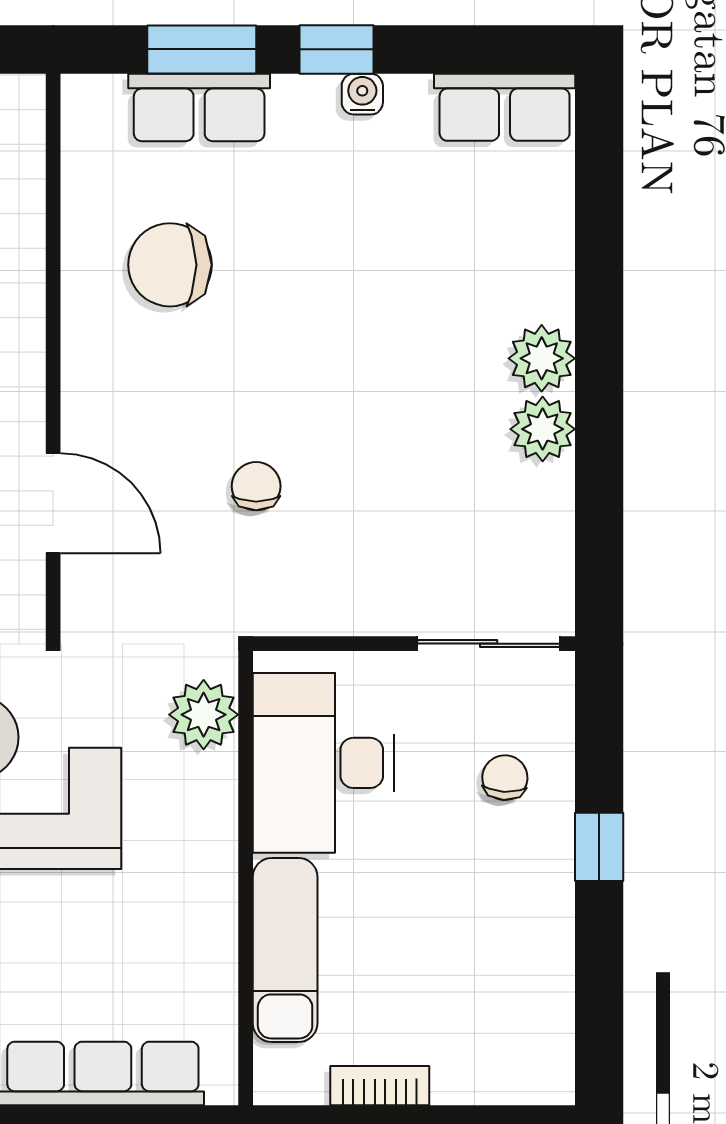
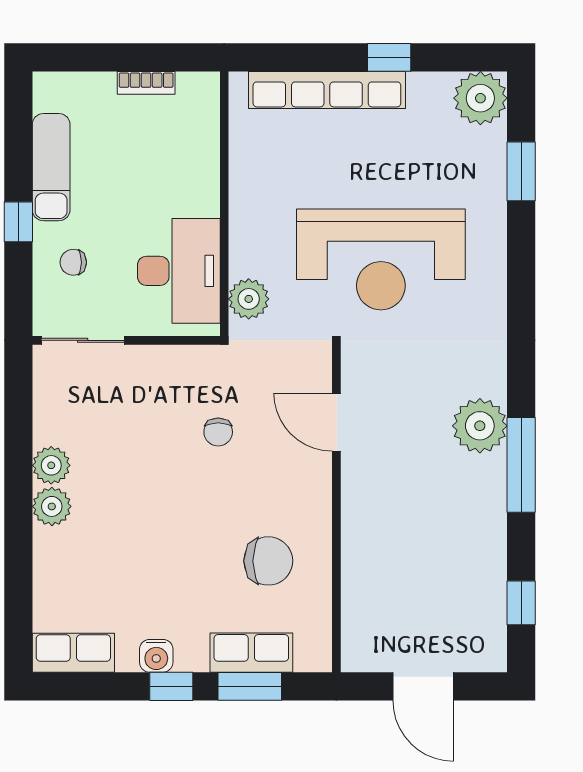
water cooler: (362, 94) -> (156, 656), width x1.38, depth x1.38
chair: (505, 778) -> (73, 262), turned 87
exam couch: (285, 950) -> (51, 167), moved, turned 180

